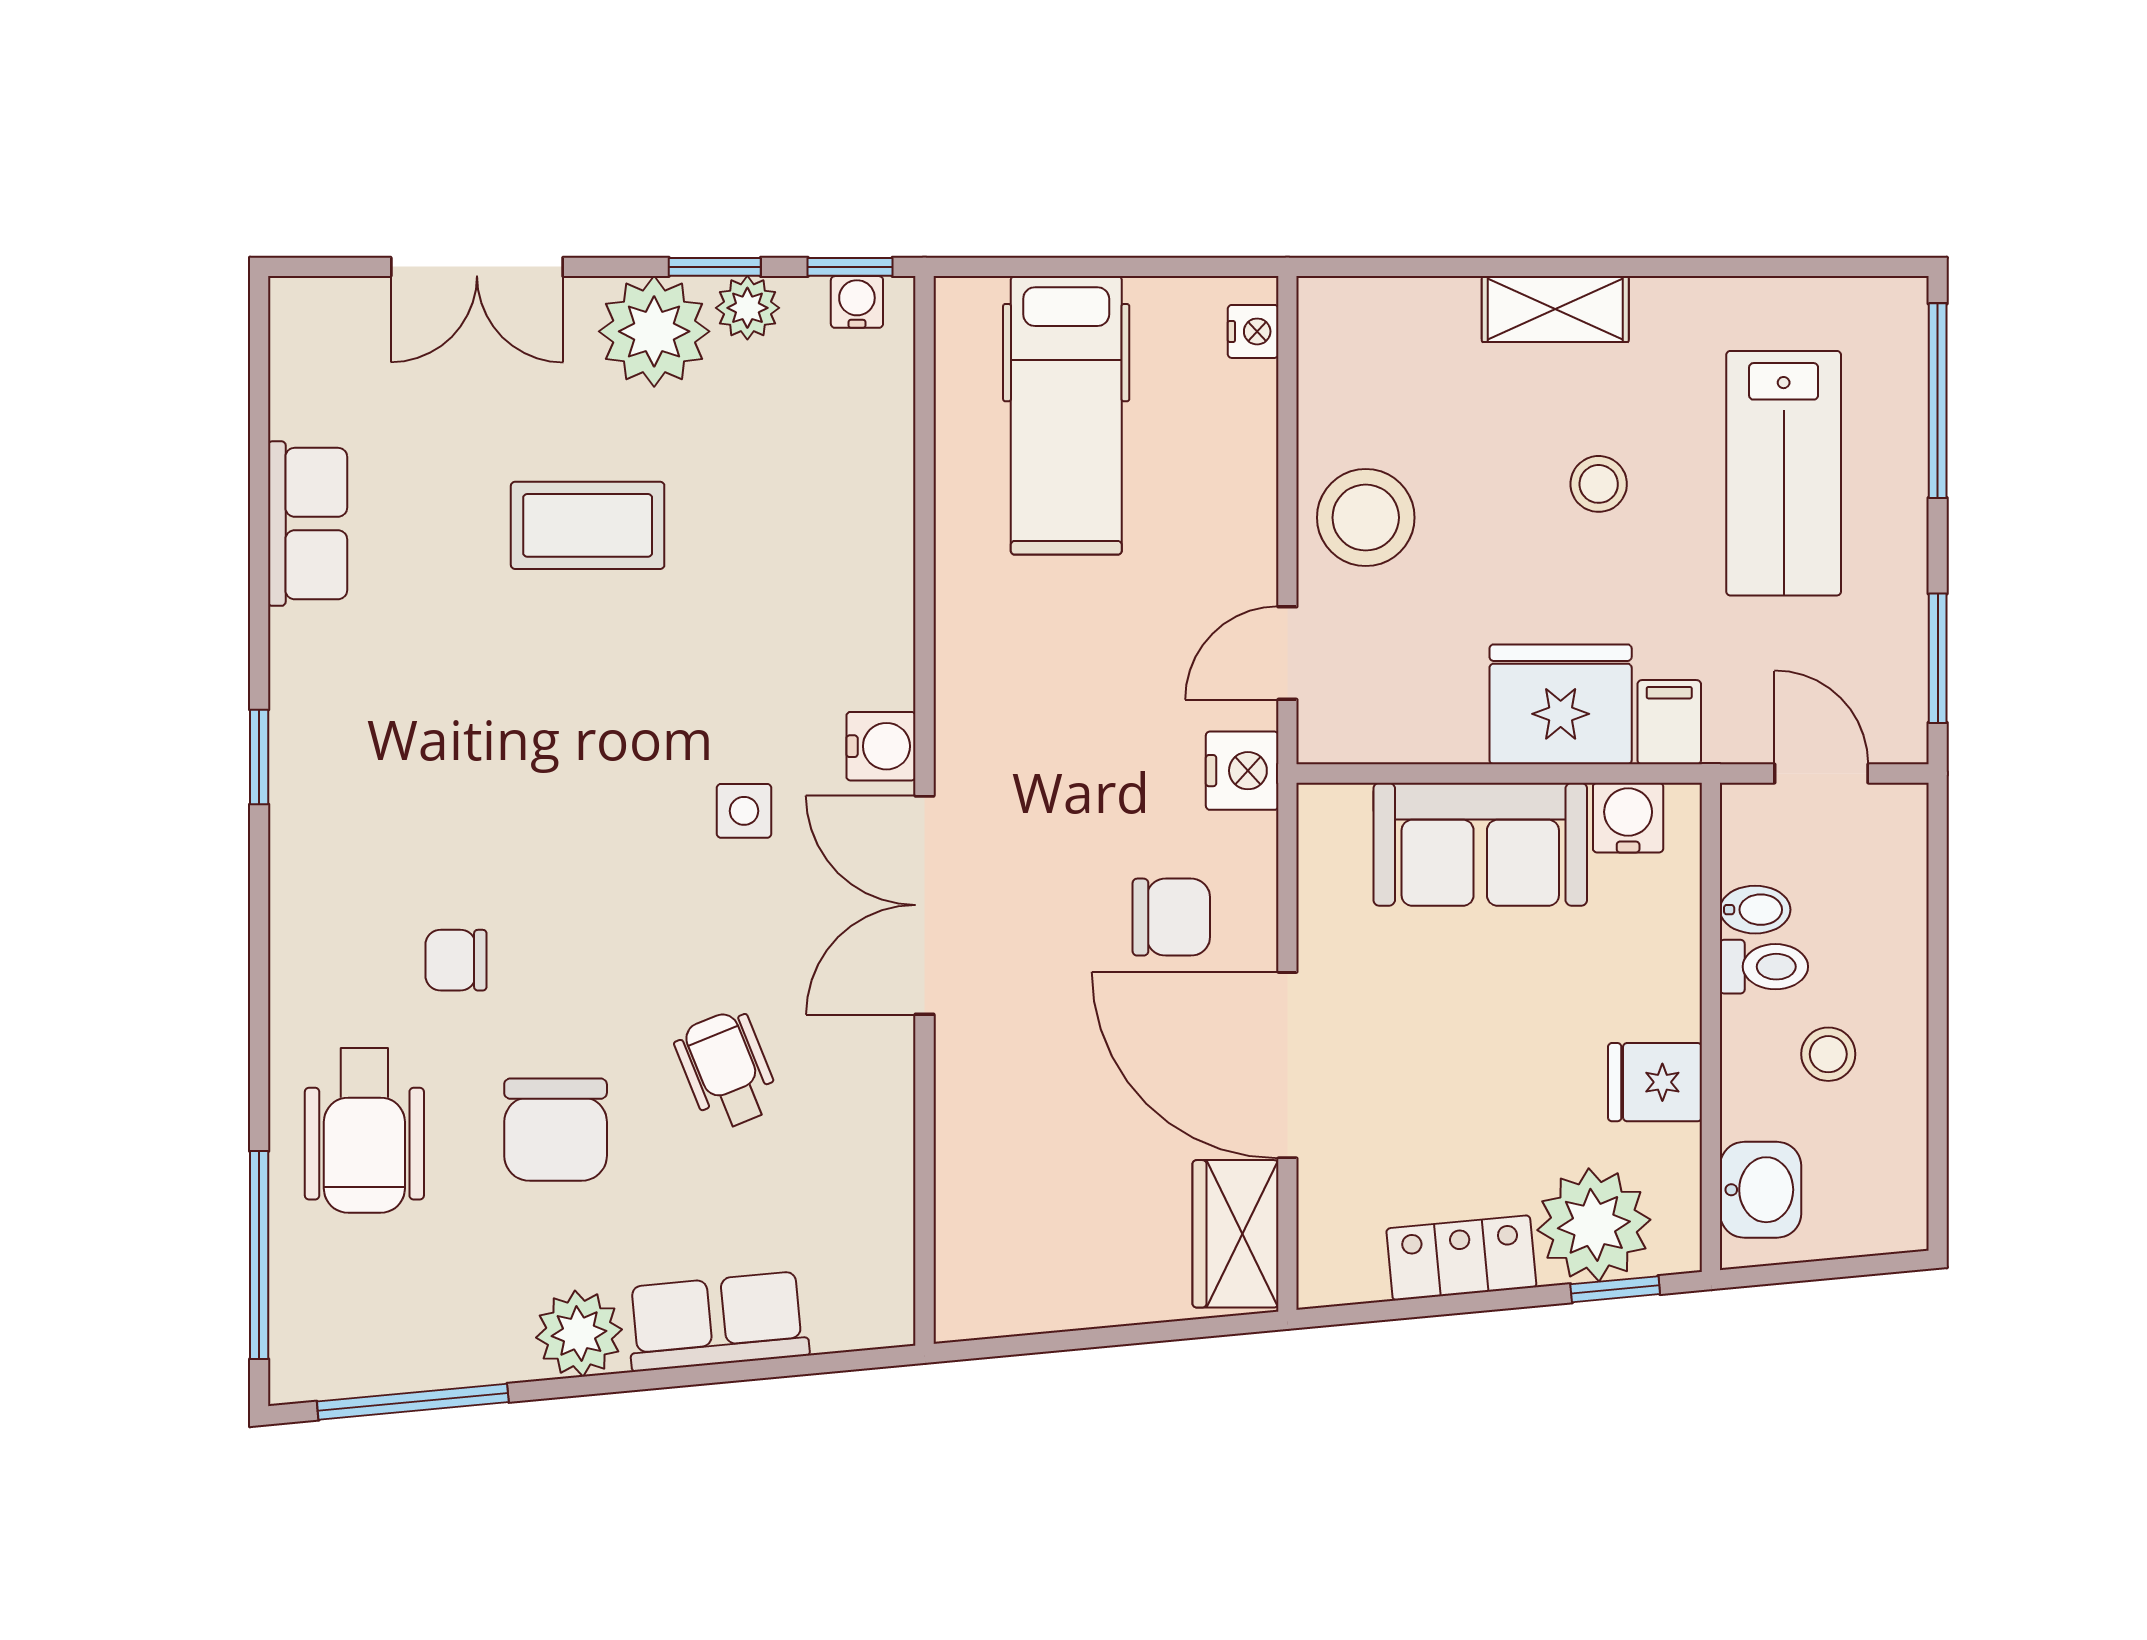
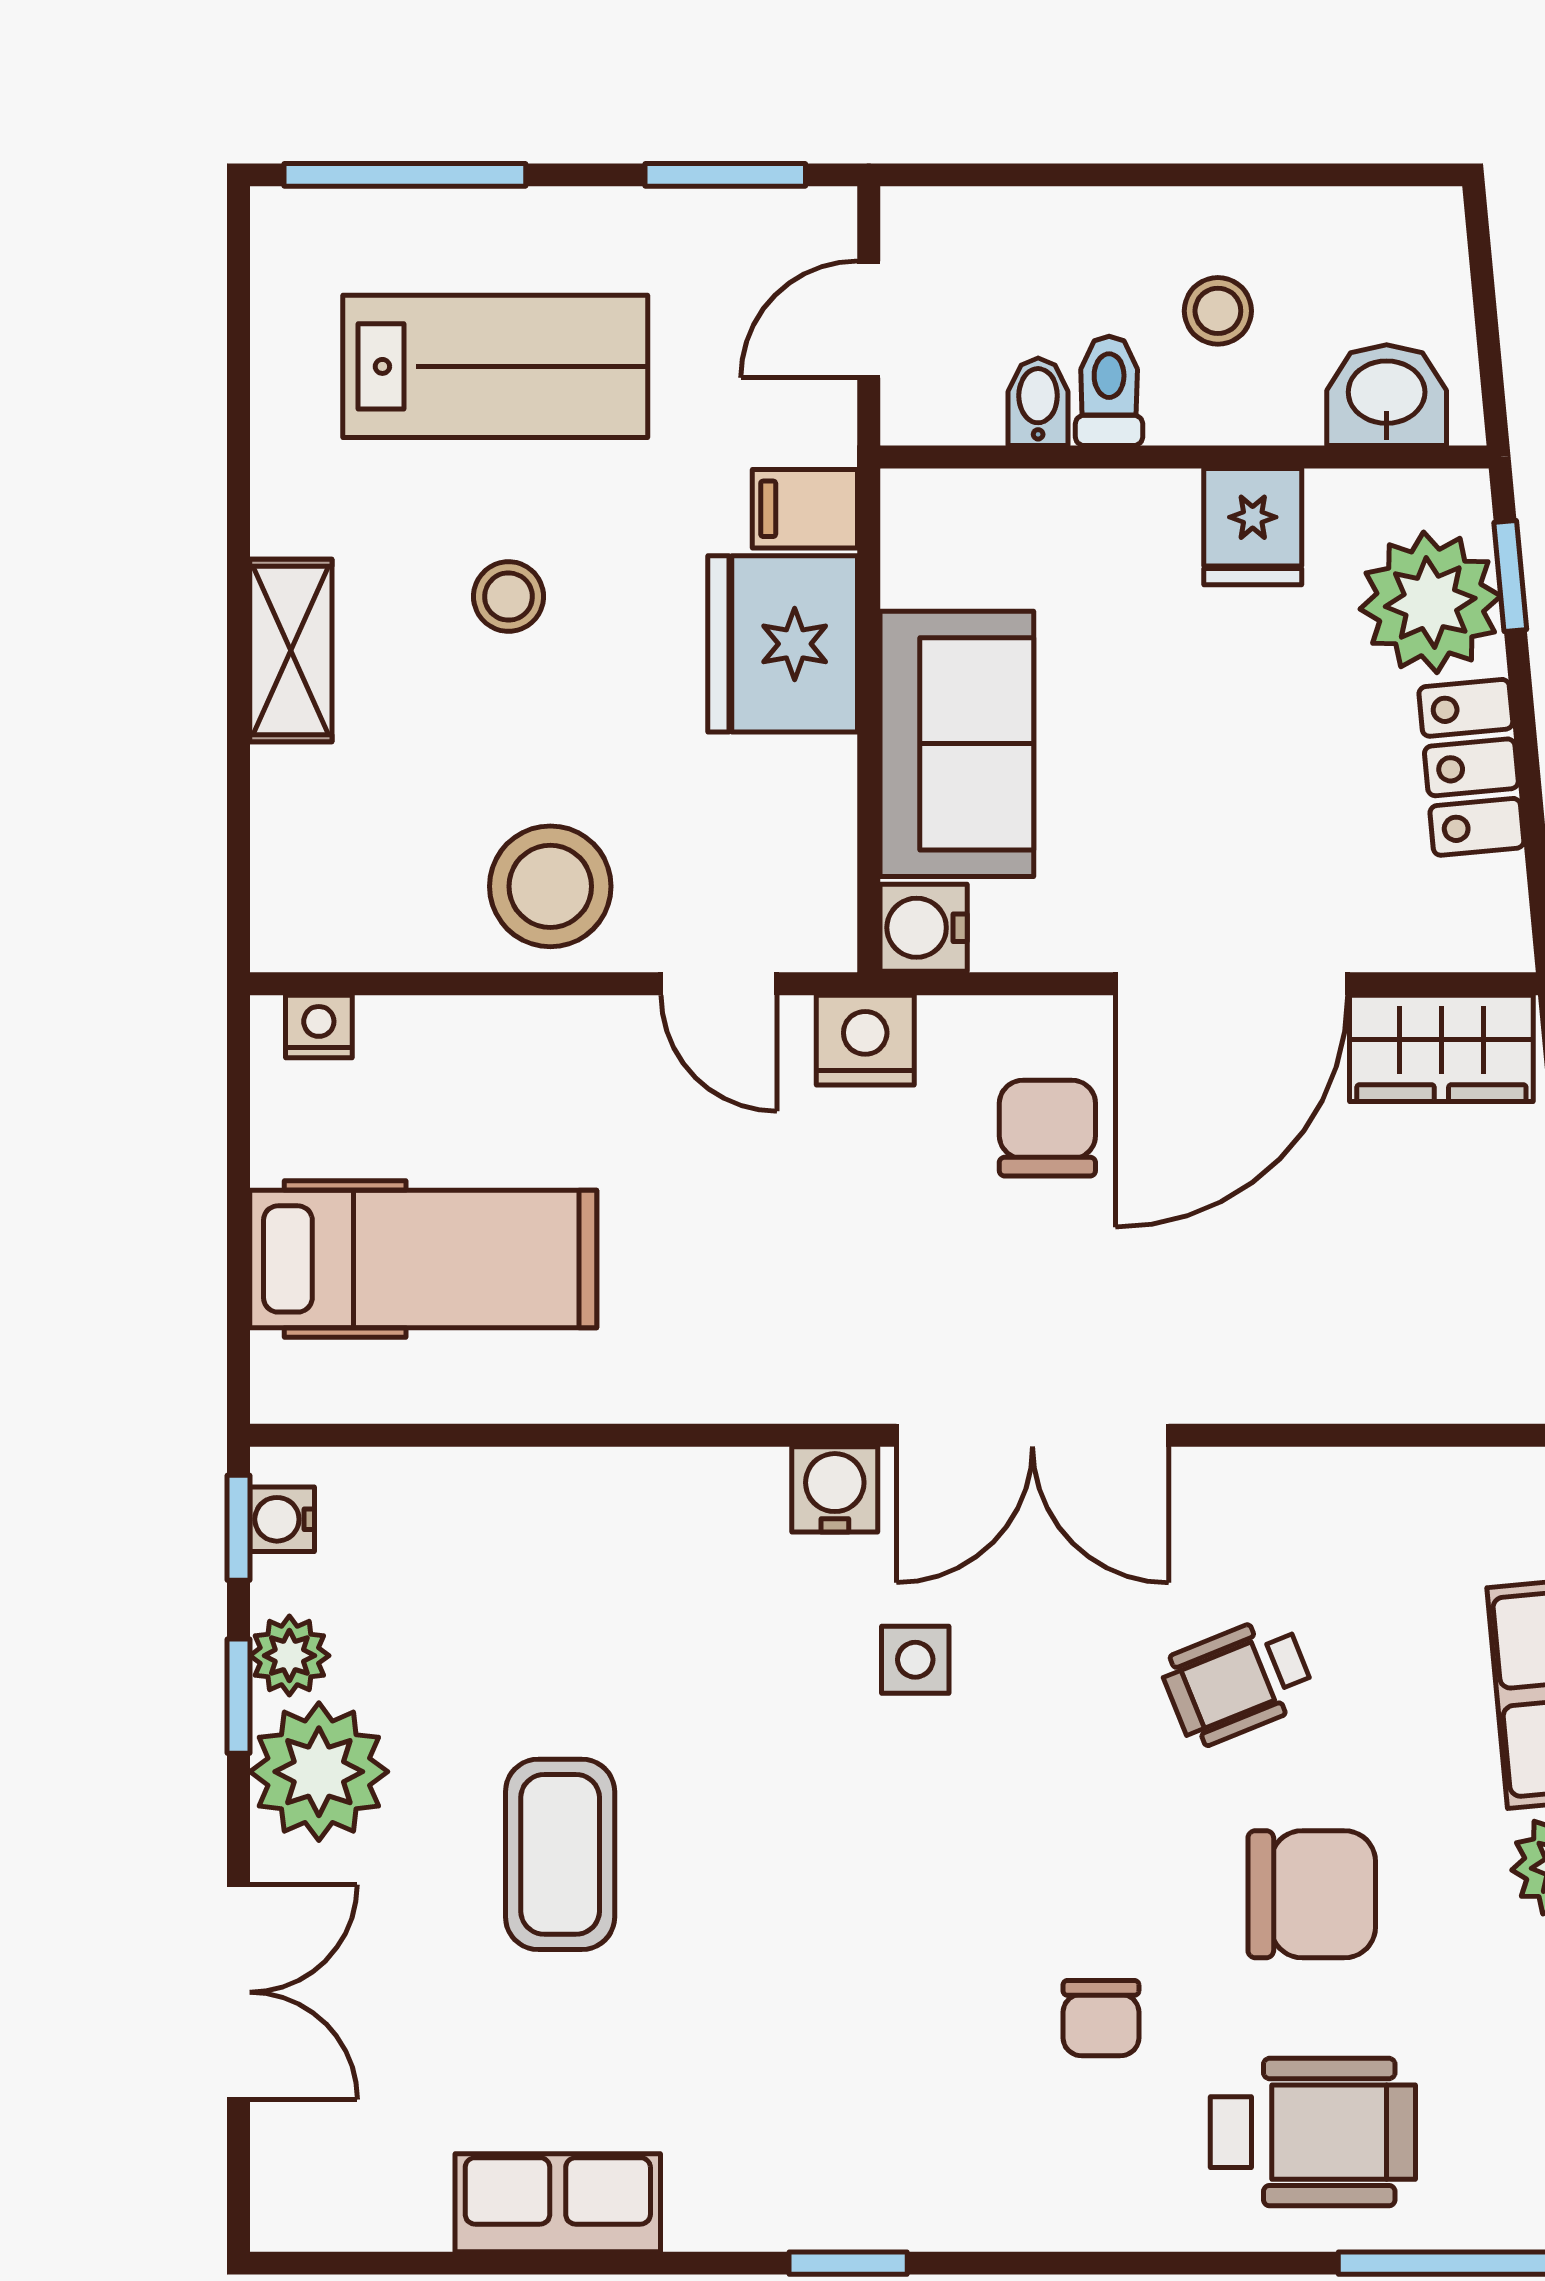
water cooler: (1628, 818) -> (924, 928), moved

